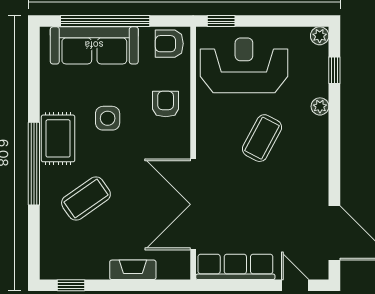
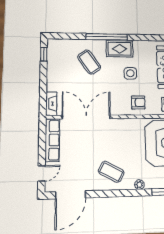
coffee table: (262, 138) -> (111, 172), moved
fireplace: (133, 270) -> (51, 104), moved

